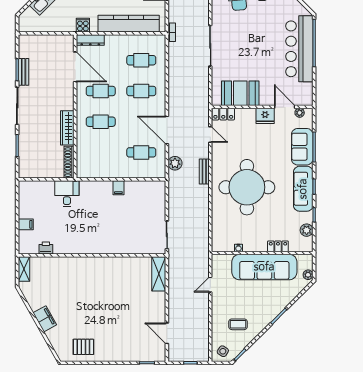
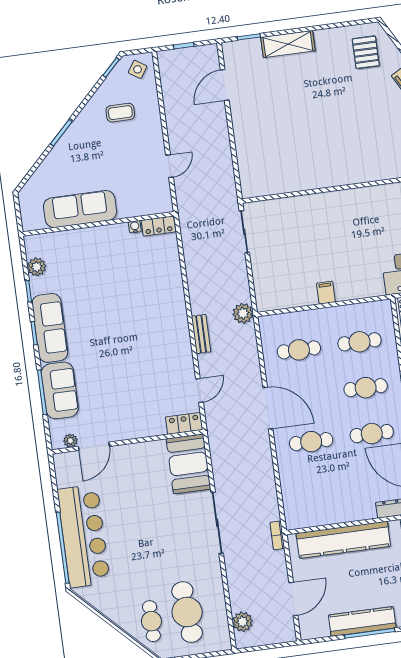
cafe table: (141, 60) -> (359, 342), moved
booth: (240, 93) -> (188, 464), moved, turned 90
door: (285, 107) -> (94, 446), hinge flipped
fridge: (265, 116) -> (121, 429), removed
door: (167, 130) -> (268, 408), moved
door: (210, 134) -> (199, 390), swing flipped
plant: (175, 163) -> (243, 313), moved
round table: (247, 187) -> (134, 319), removed
locker: (278, 246) -> (158, 226), moved
sofa: (264, 267) -> (80, 209), width x0.74, depth x0.79
shelving: (159, 274) -> (288, 44), moved, turned 90
plant: (308, 275) -> (26, 200), removed
door: (167, 333) -> (225, 85), swing flipped
pallet: (83, 347) -> (366, 52), moved, turned 90

